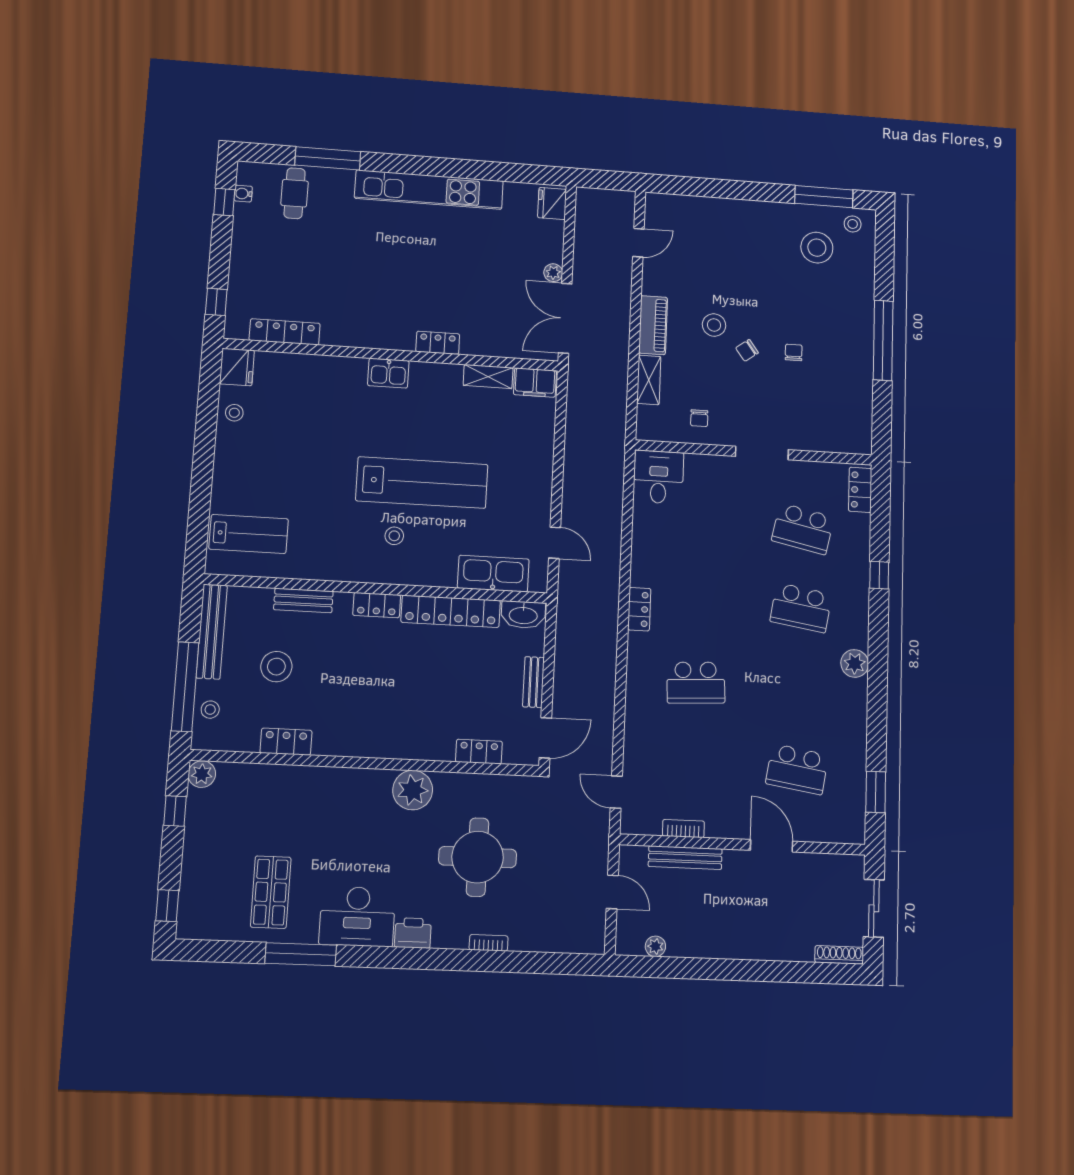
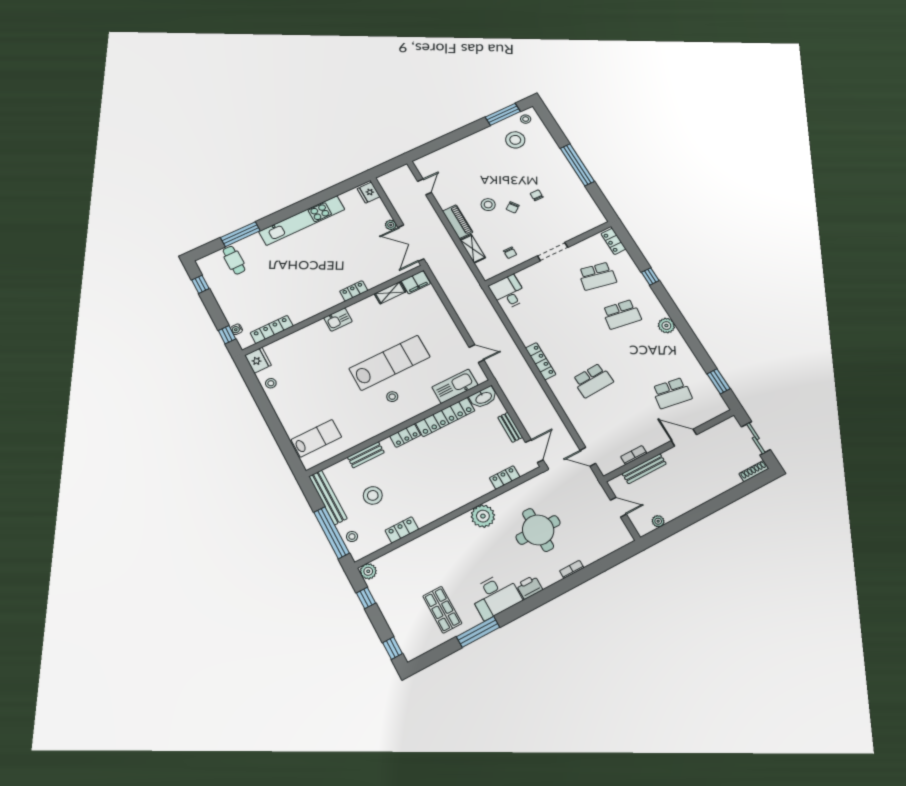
water cooler: (243, 194) -> (237, 329), moved
locker: (639, 609) -> (541, 361), width x1.53

